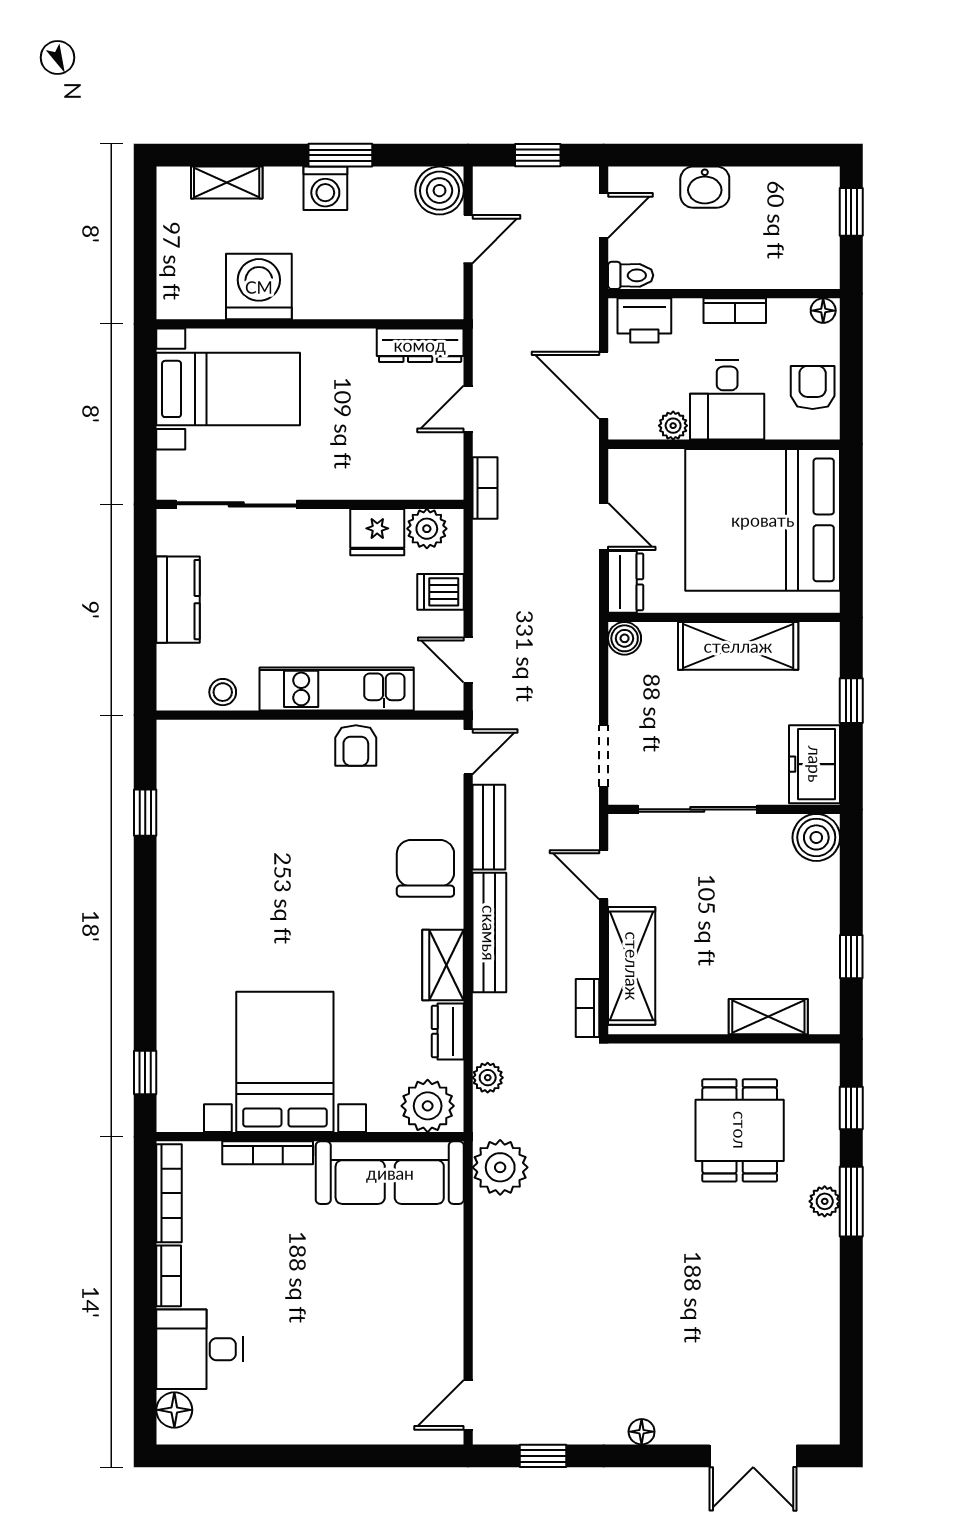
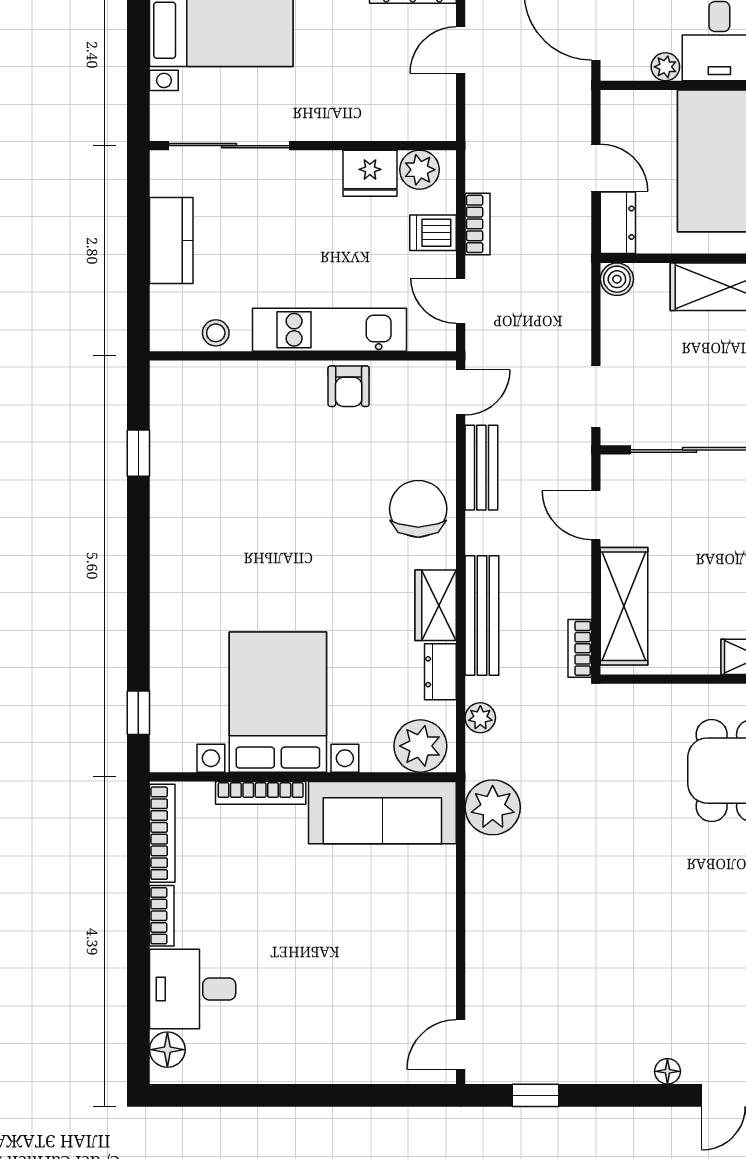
bookcase: (485, 488) -> (478, 224), moved
bench: (489, 933) -> (482, 616), moved
floor lamp: (642, 1432) -> (667, 1071), moved

